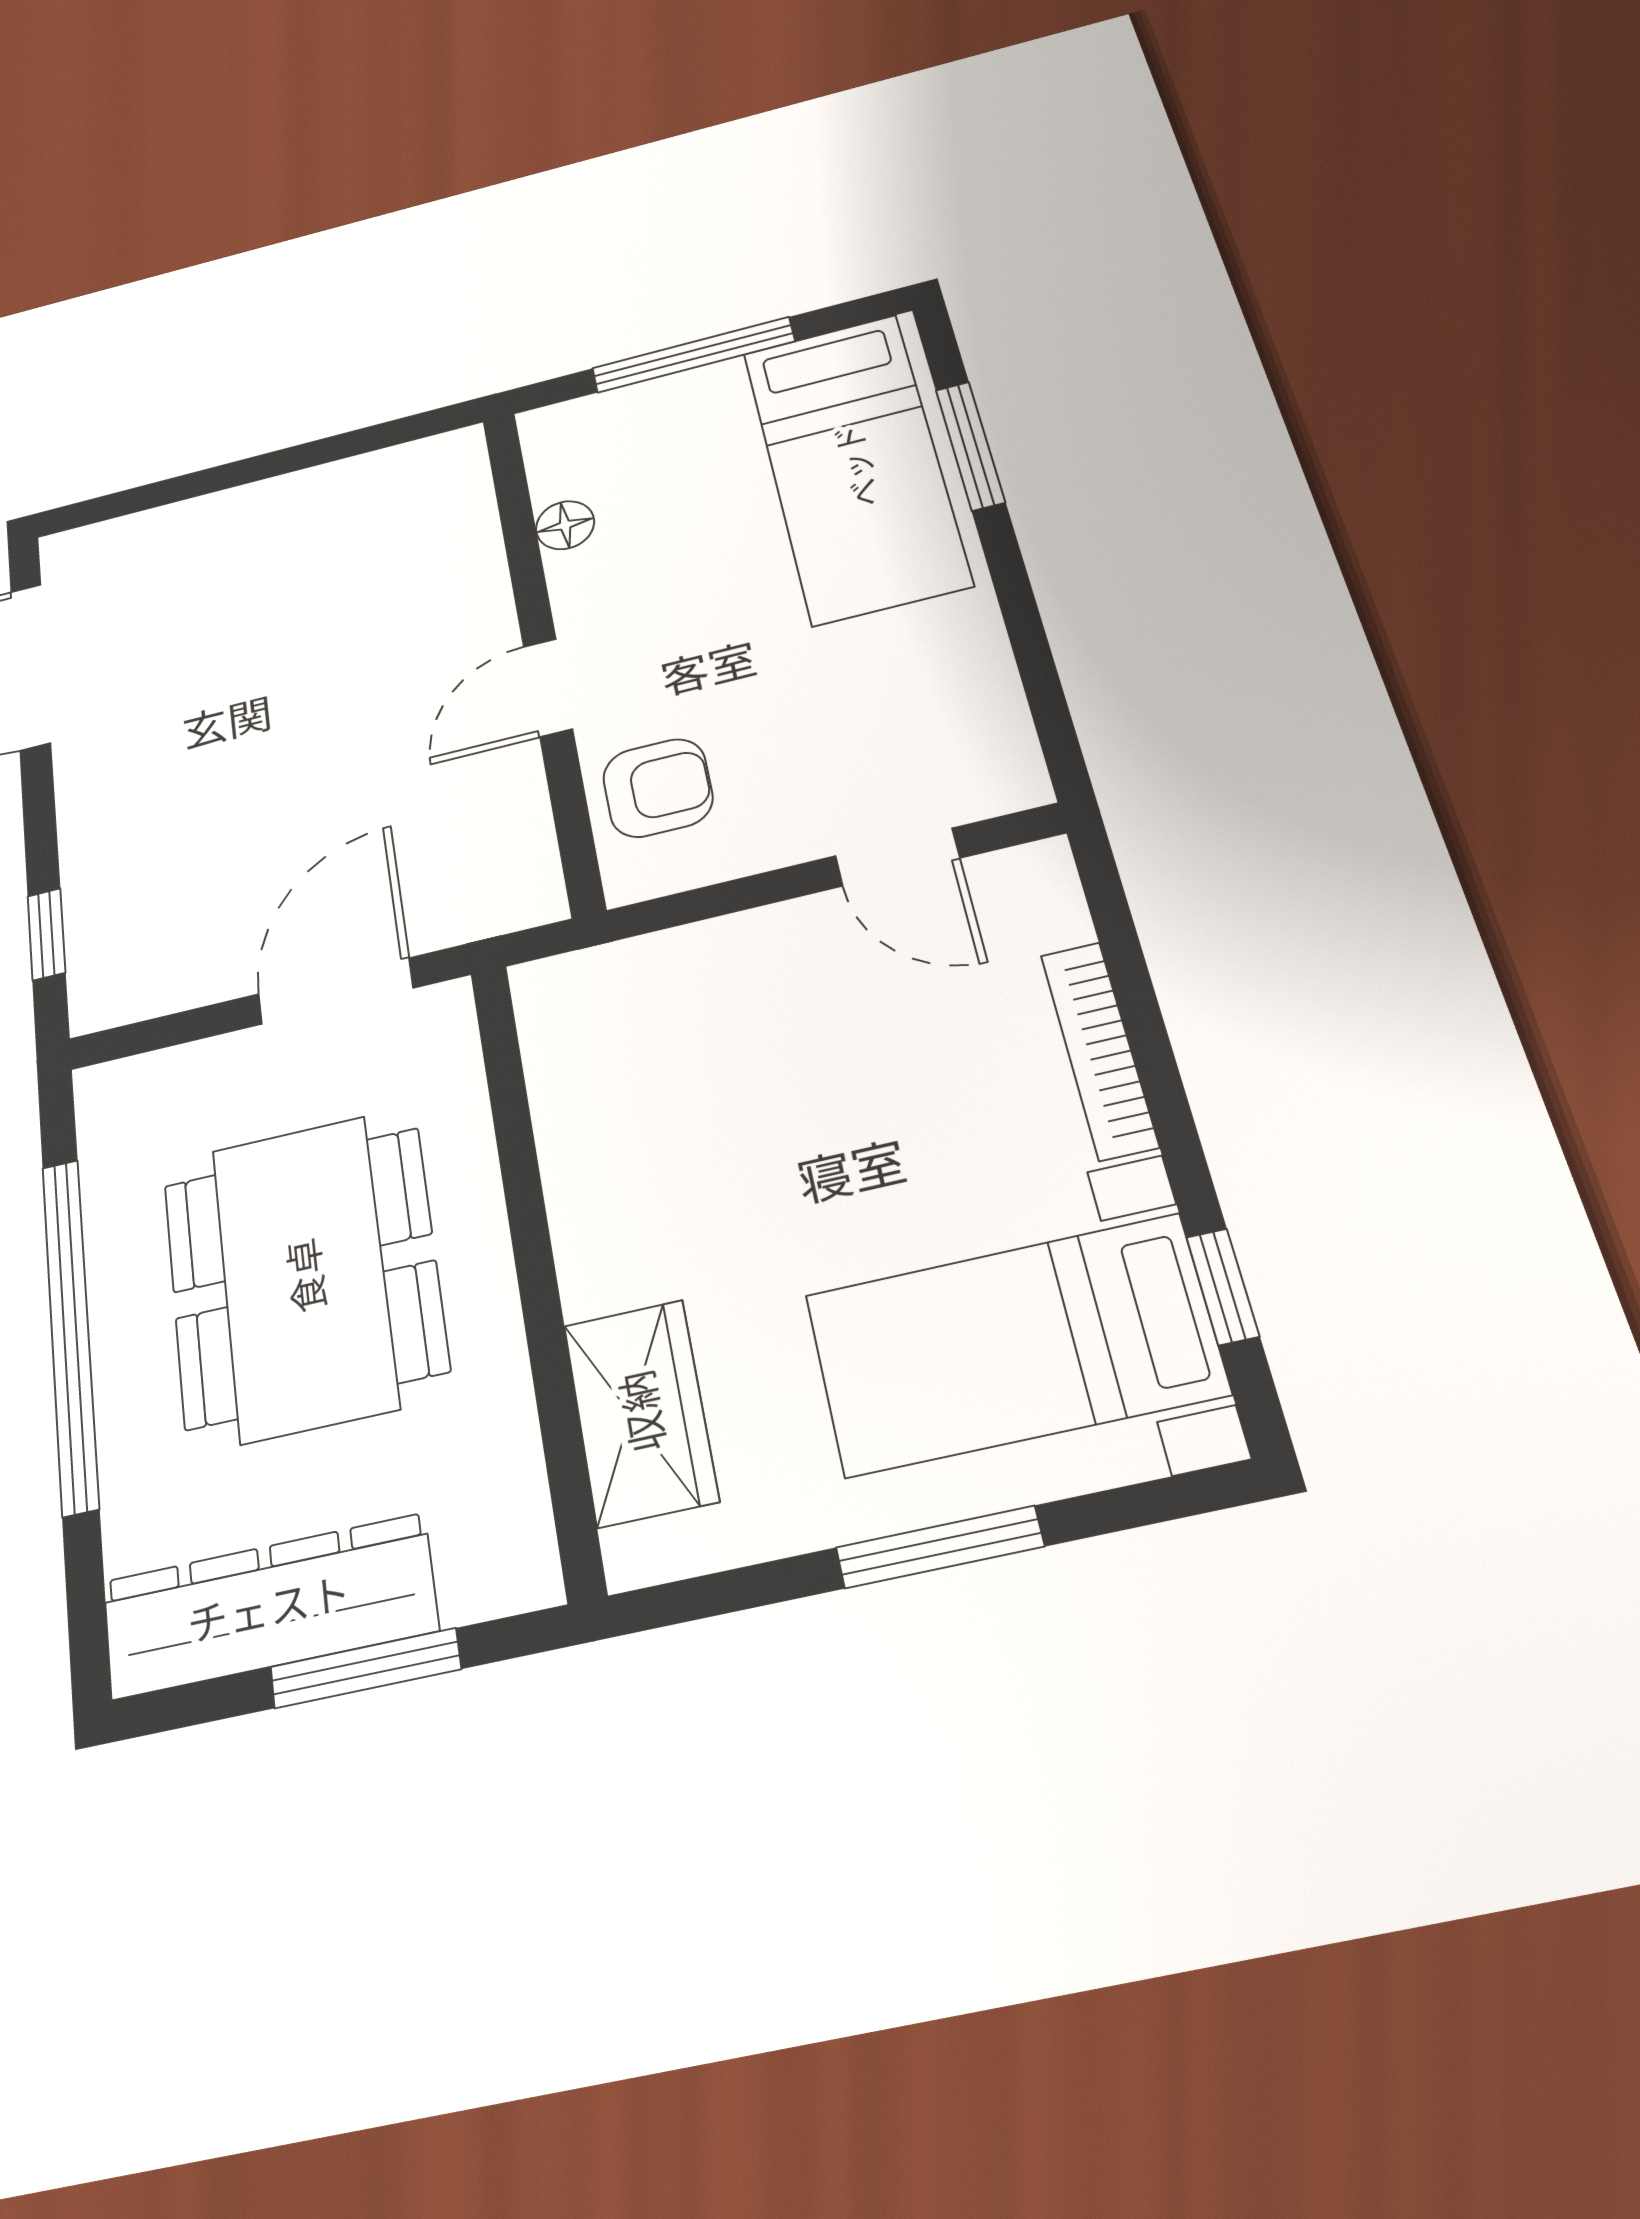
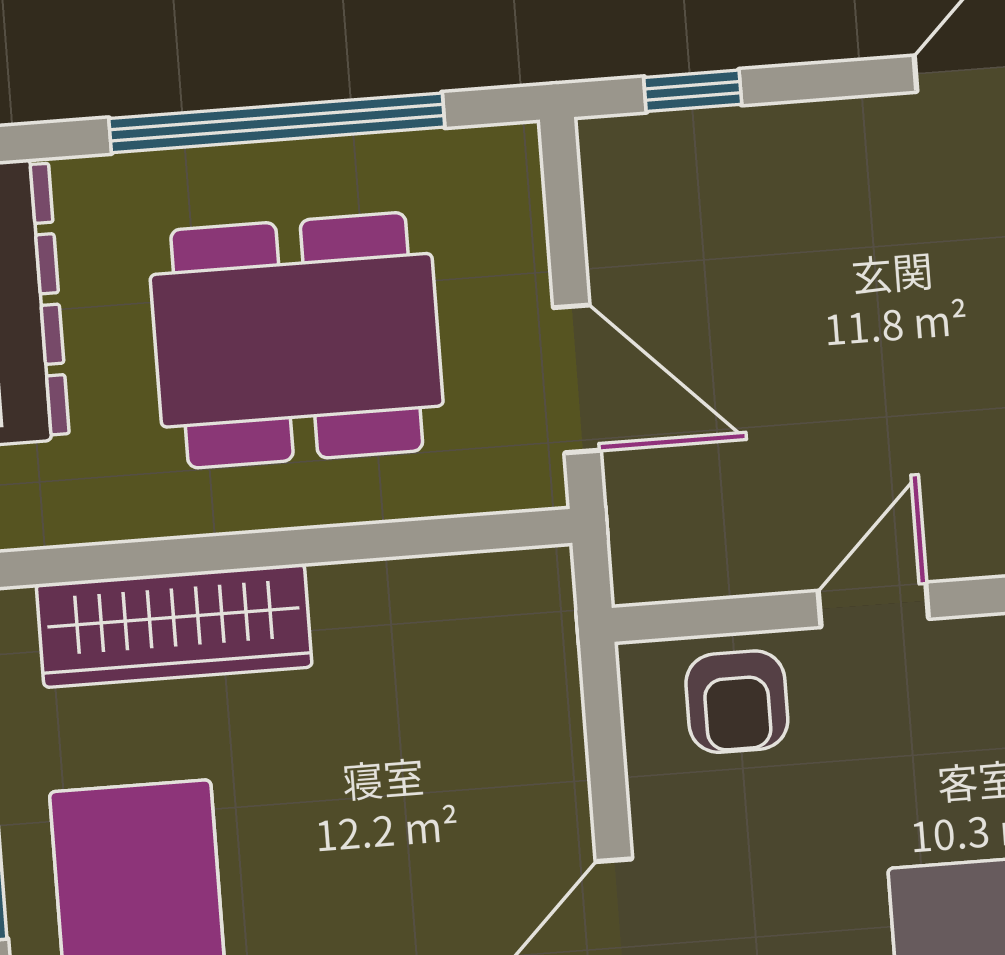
door: (548, 688) -> (873, 605), hinge flipped
wardrobe: (640, 1412) -> (174, 626), width x1.50

